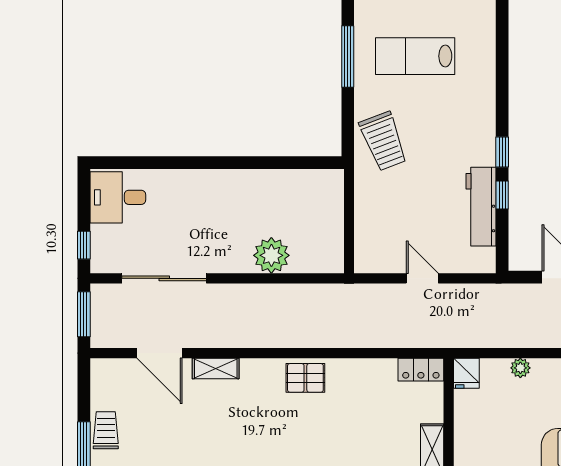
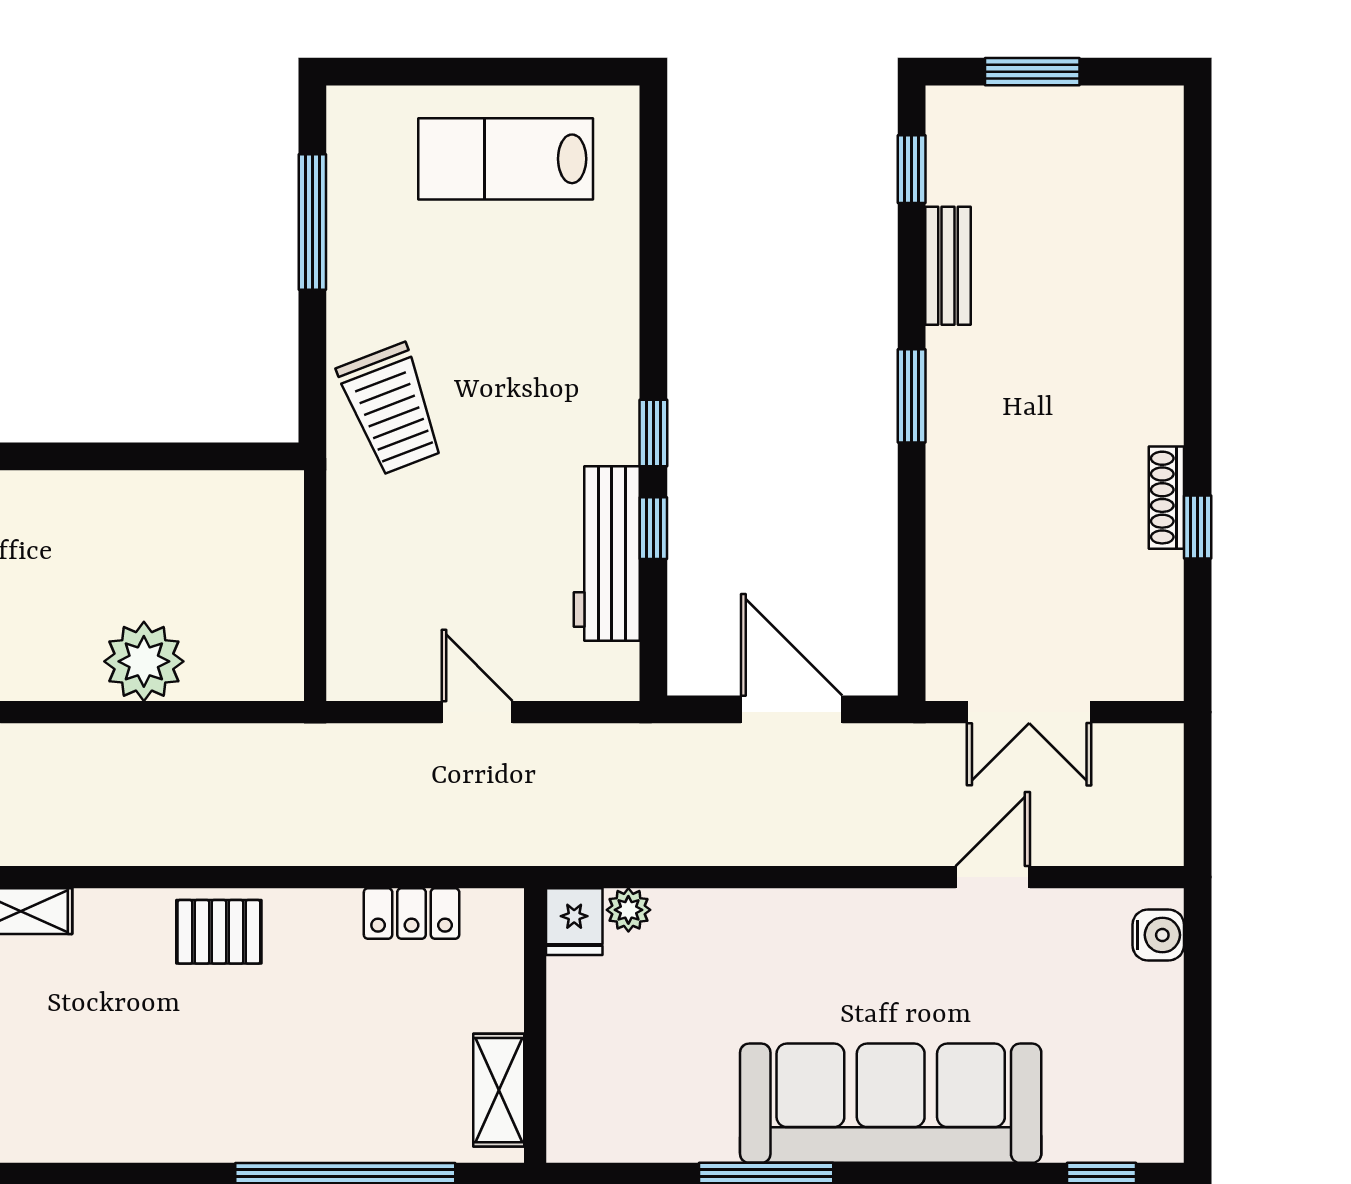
lab bench: (415, 56) -> (506, 159), moved
plant: (520, 368) -> (628, 910), moved
locker: (421, 370) -> (412, 913), moved

